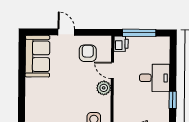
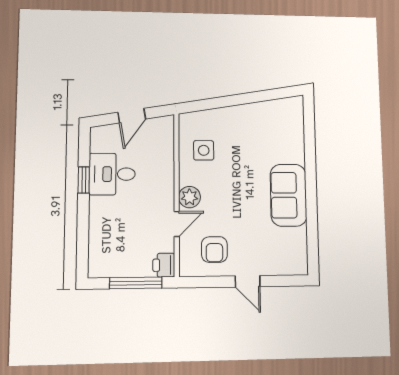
sofa: (37, 56) -> (289, 195), moved
door: (112, 70) -> (177, 224), hinge flipped
desk: (155, 78) -> (112, 174), moved

